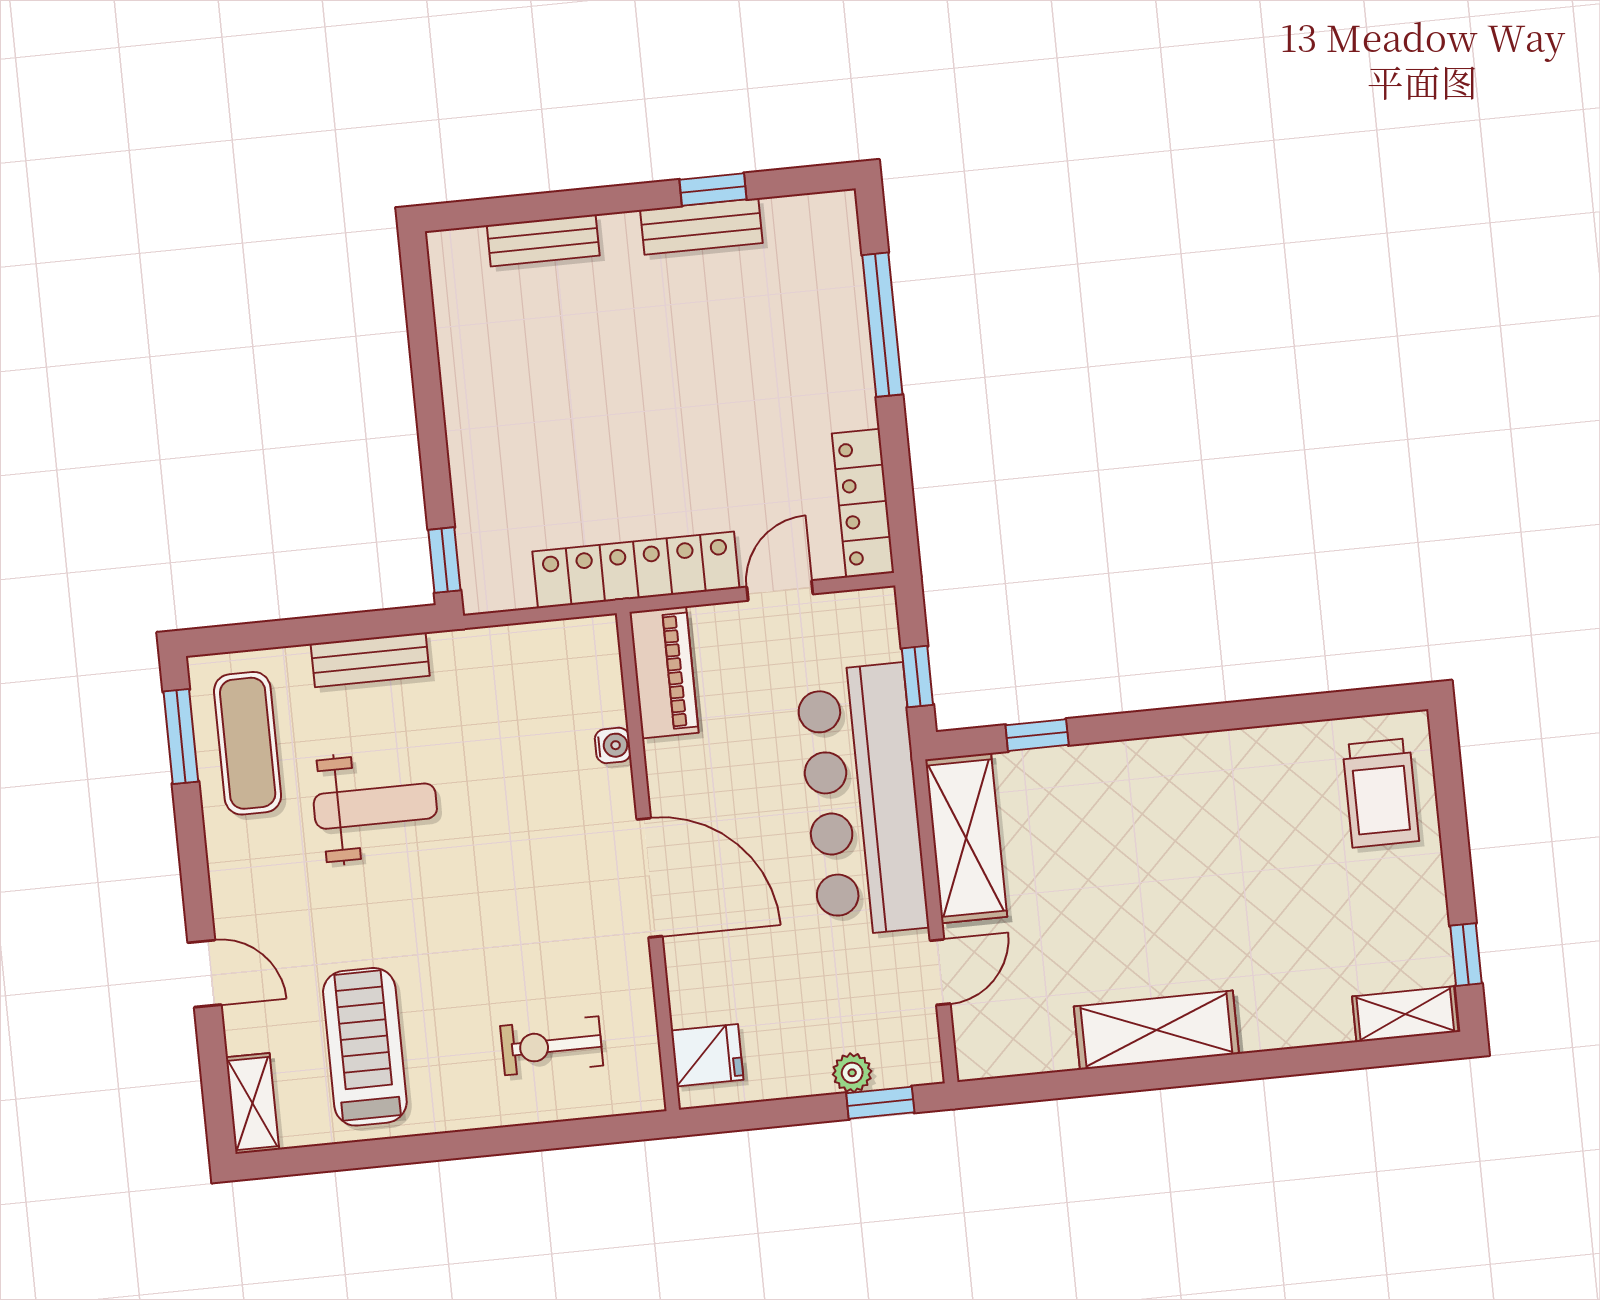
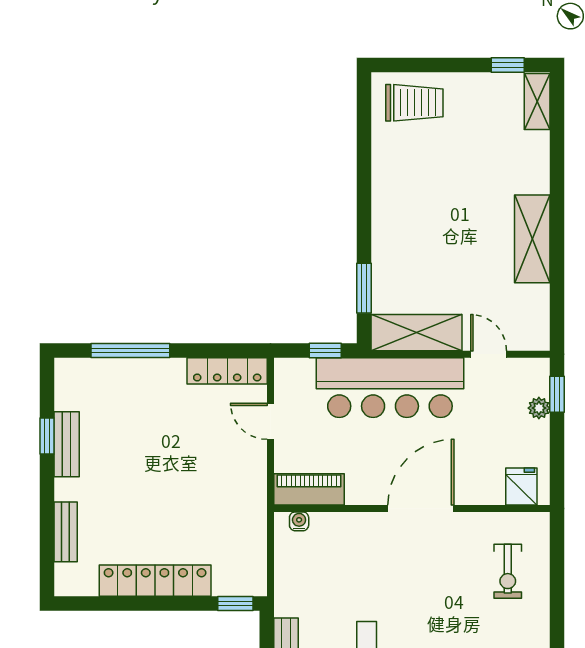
locker: (636, 570) -> (155, 581), moved, turned 90
window: (1037, 735) -> (364, 288), width x1.50
water cooler: (613, 745) -> (299, 521), moved

